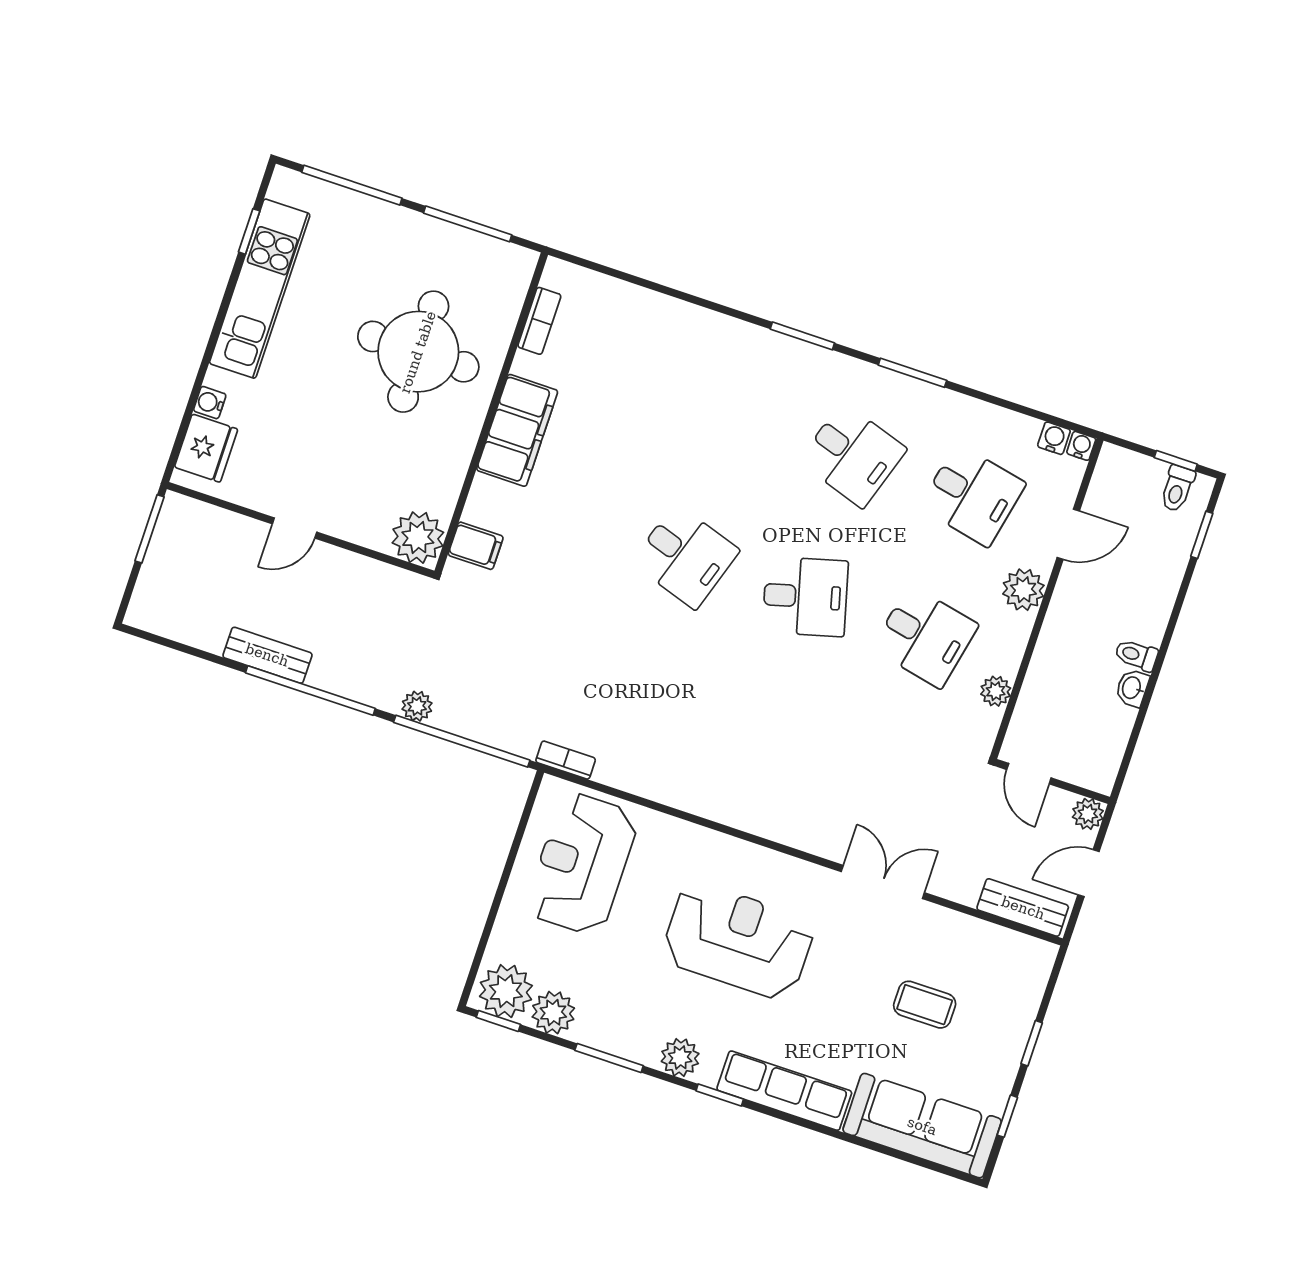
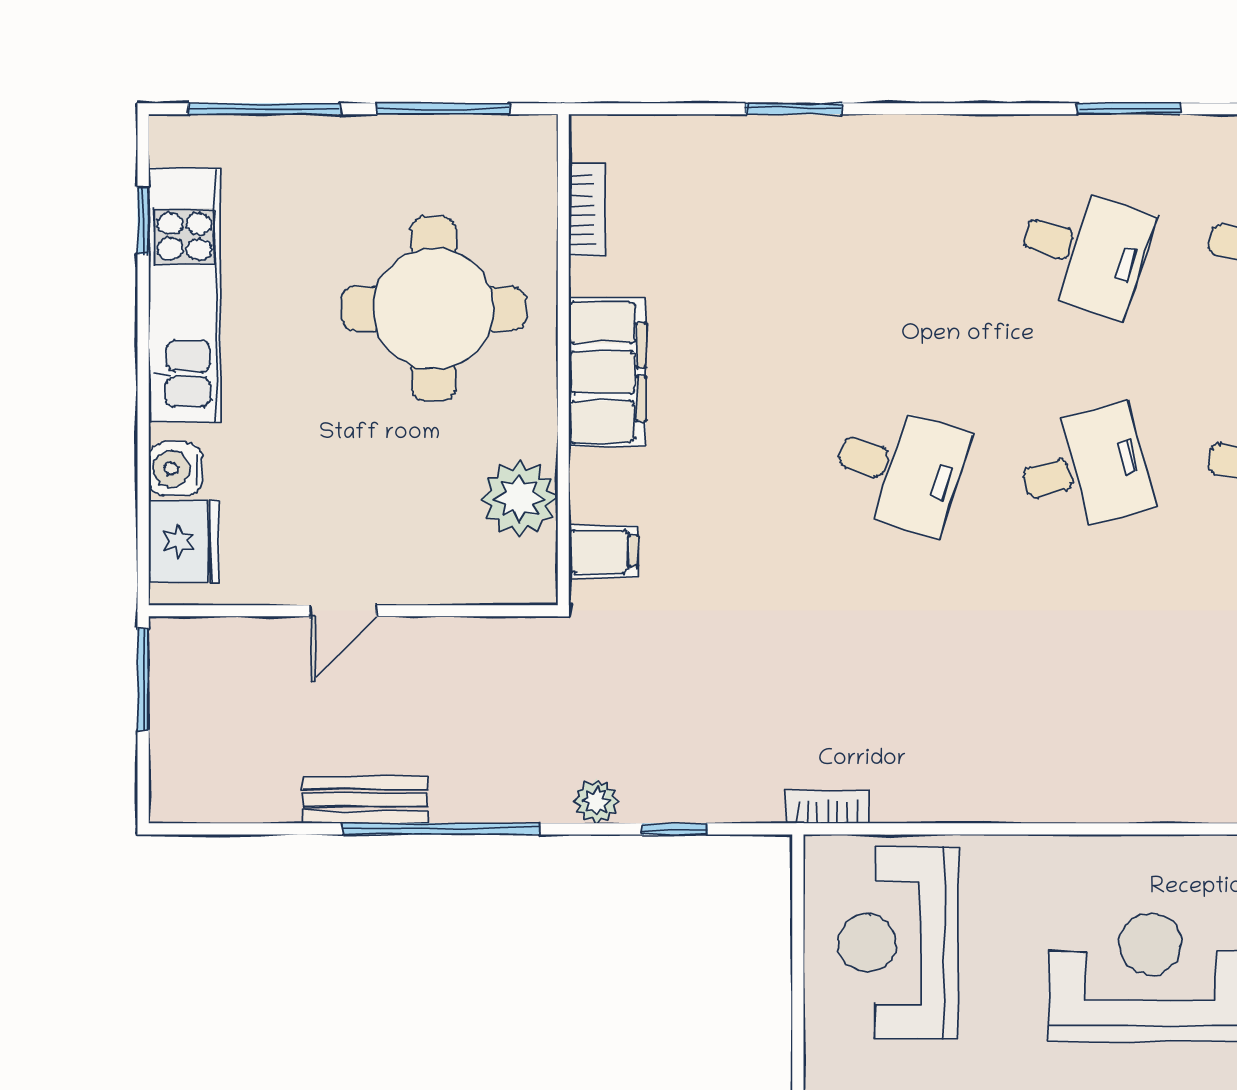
window: (802, 336) -> (794, 109), moved
water cooler: (210, 403) -> (175, 469), width x1.38, depth x1.38
plant: (418, 538) -> (519, 498), moved
window: (462, 741) -> (675, 829), width x0.32

